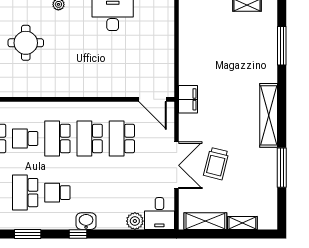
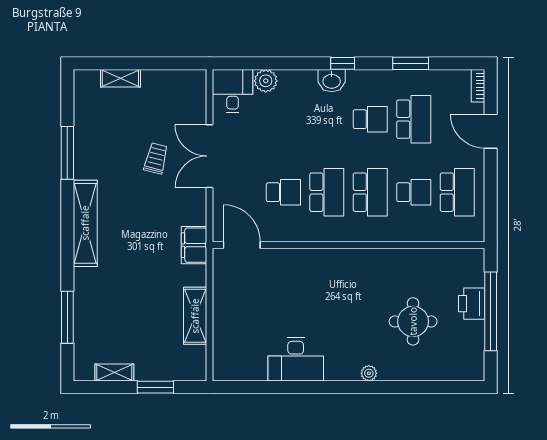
school desk: (122, 138) -> (283, 192), width x0.54
trolley: (216, 164) -> (156, 158), width x0.73, depth x0.72
shelving: (205, 221) -> (195, 316), moved, turned 90

